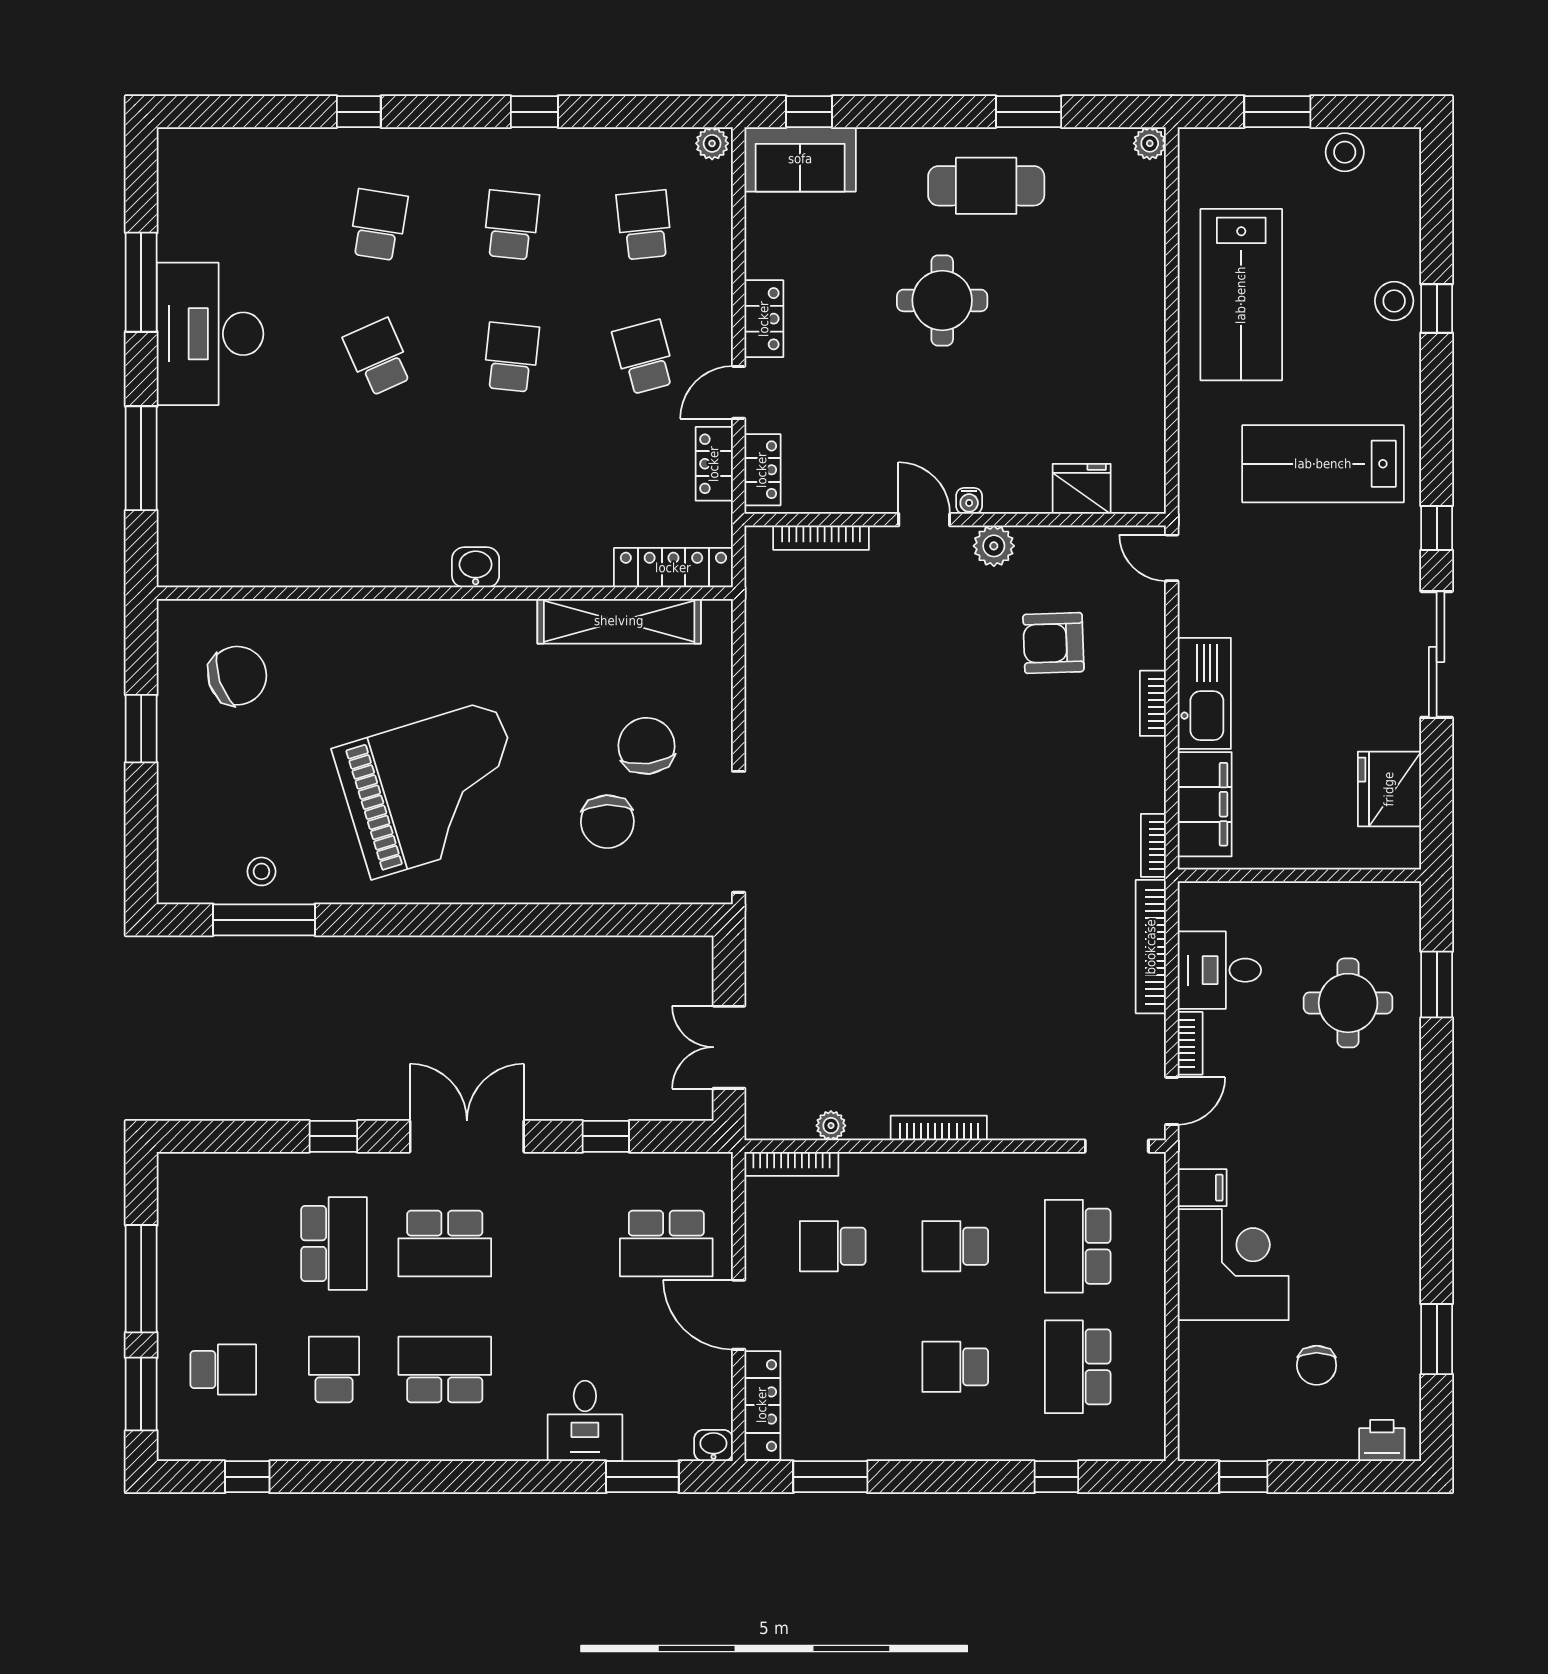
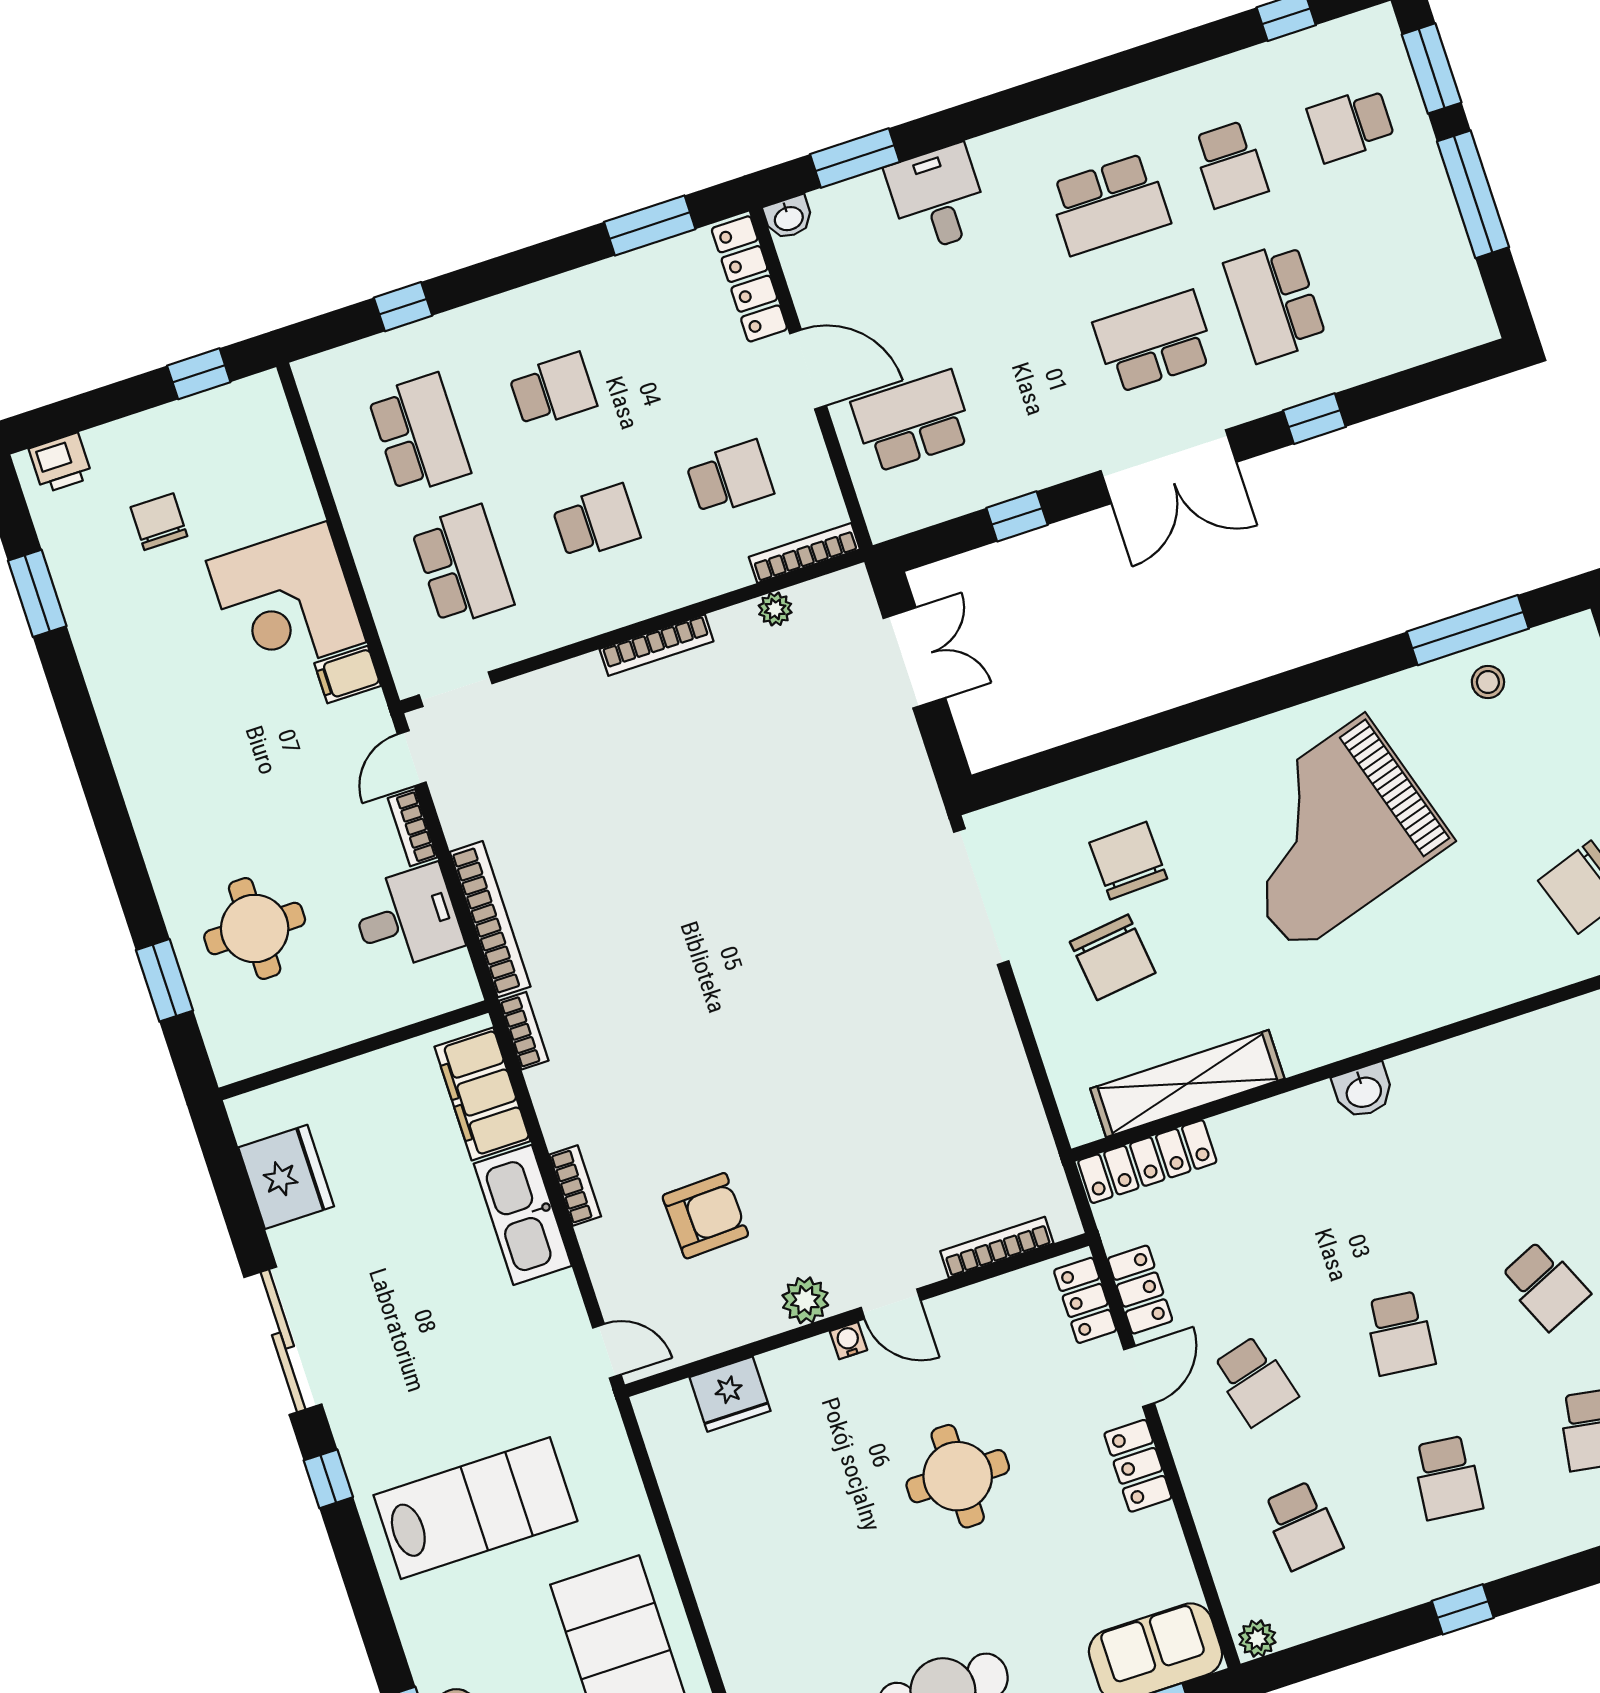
round table: (942, 300) -> (958, 1476), moved

